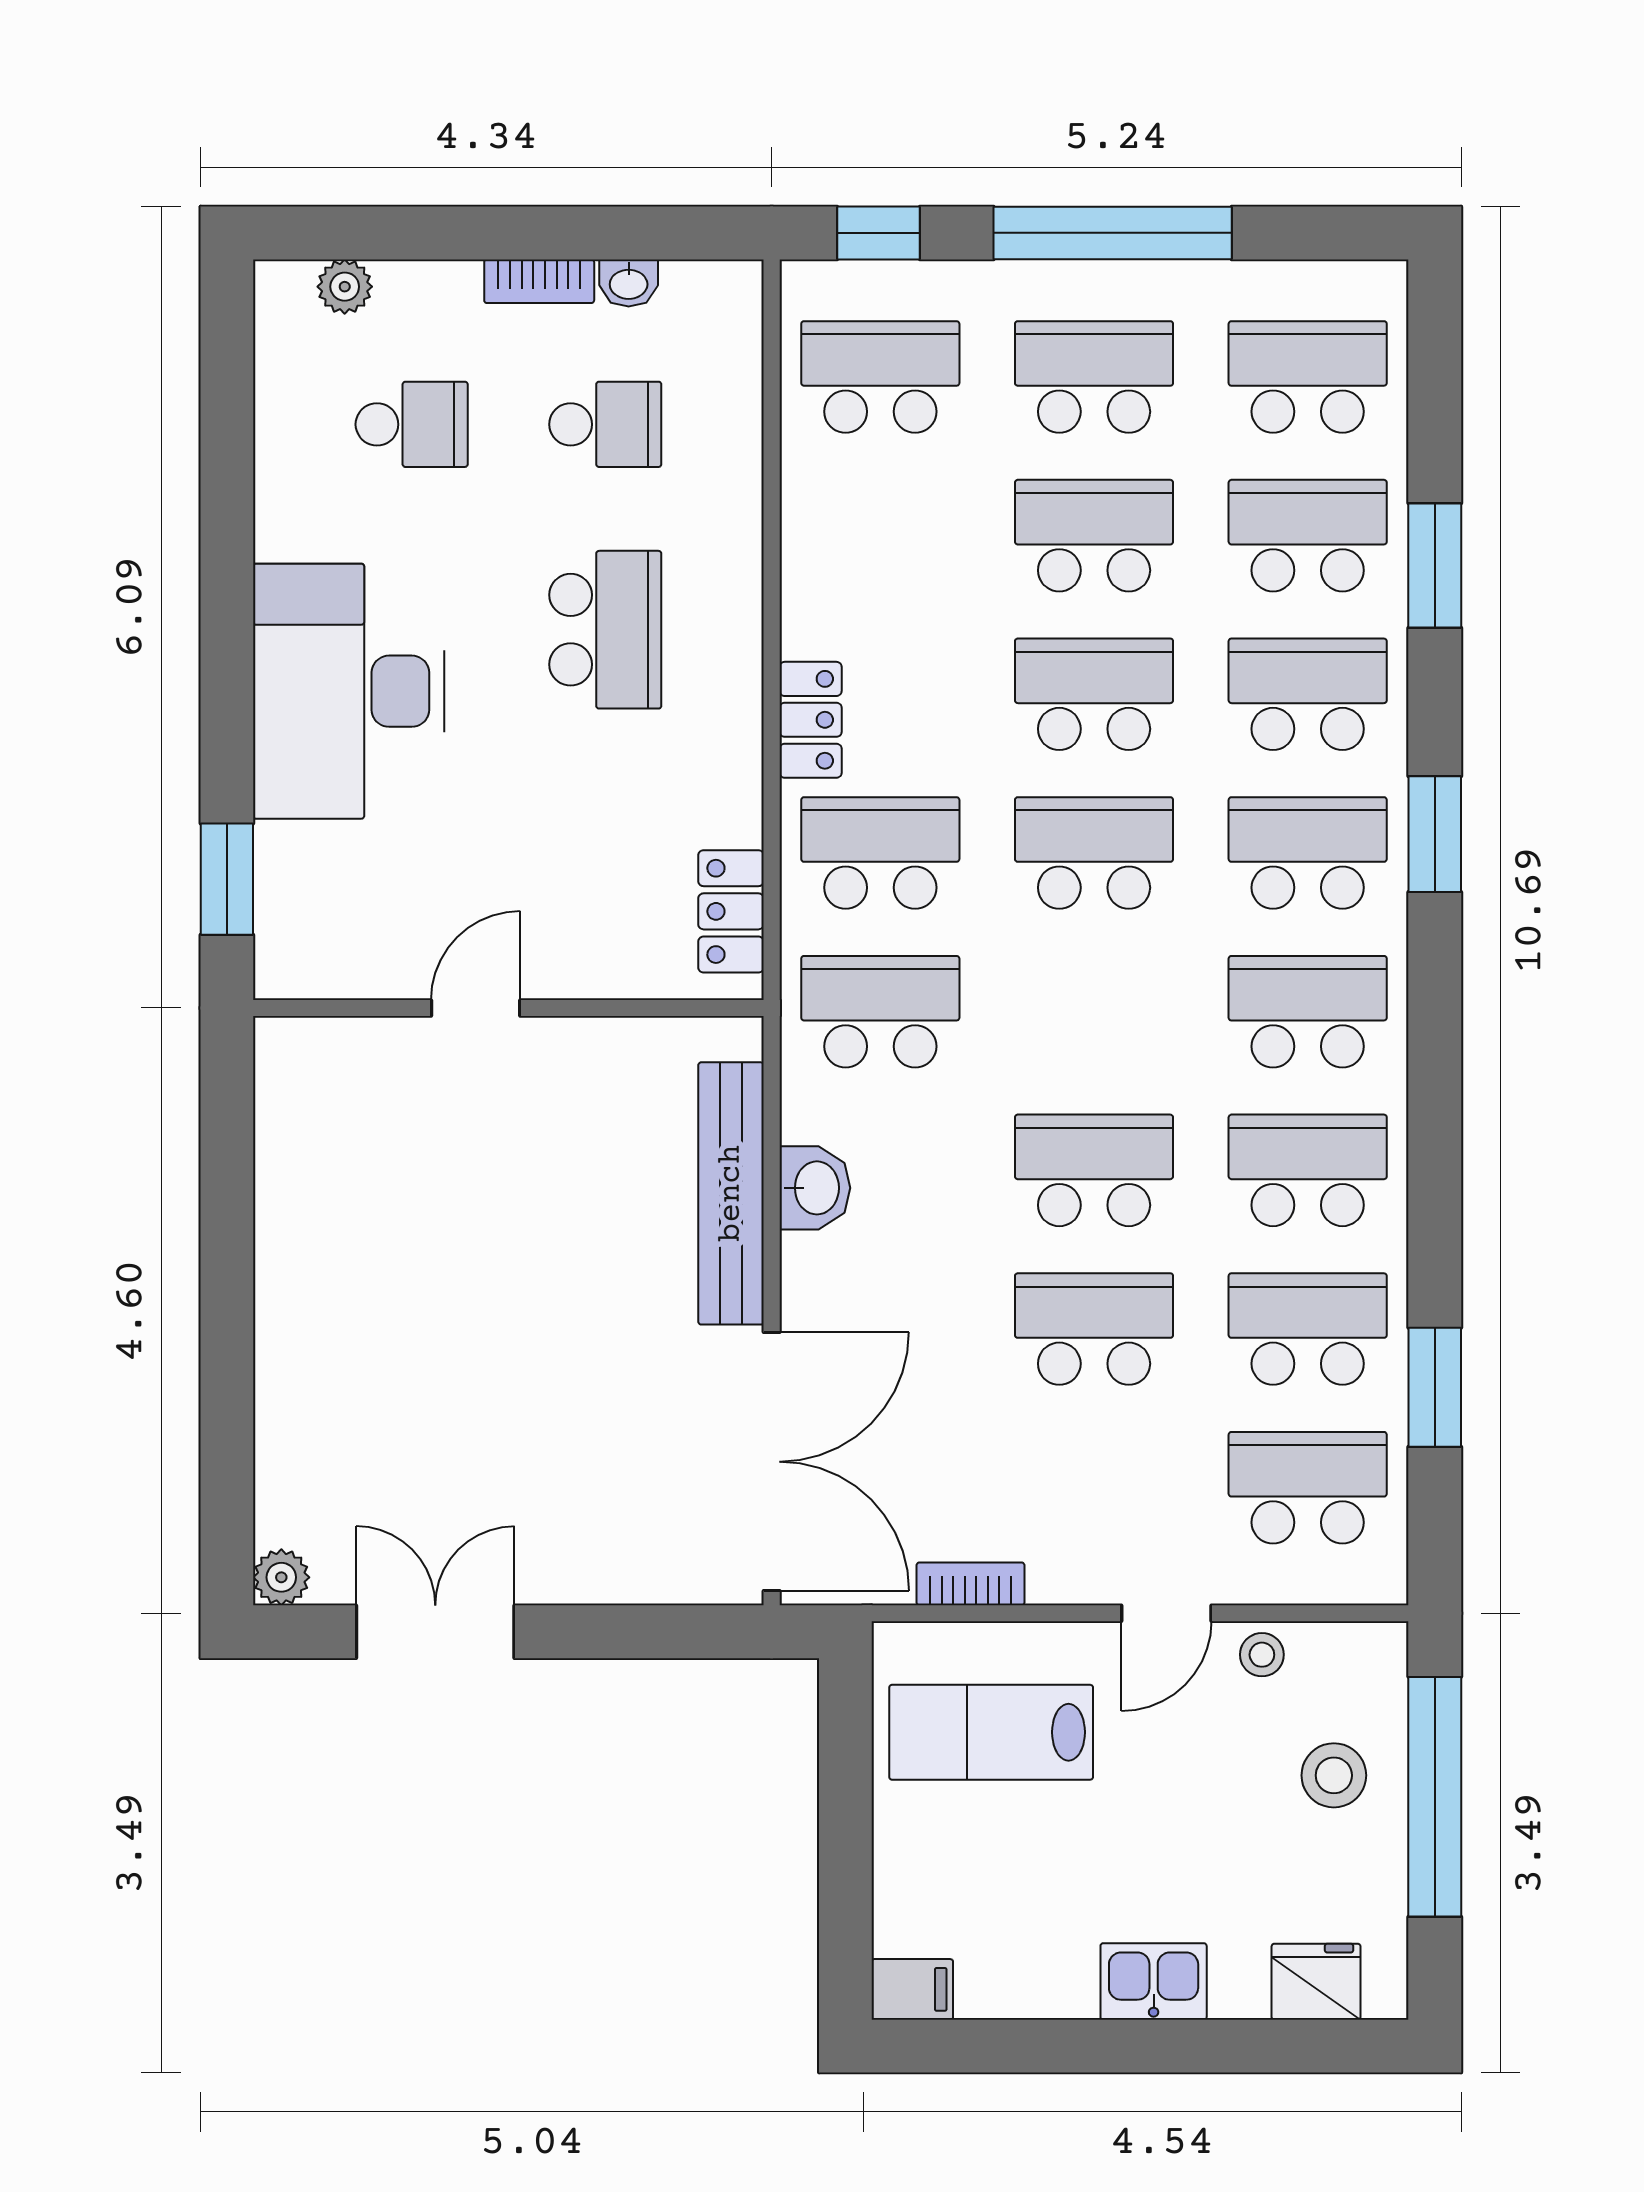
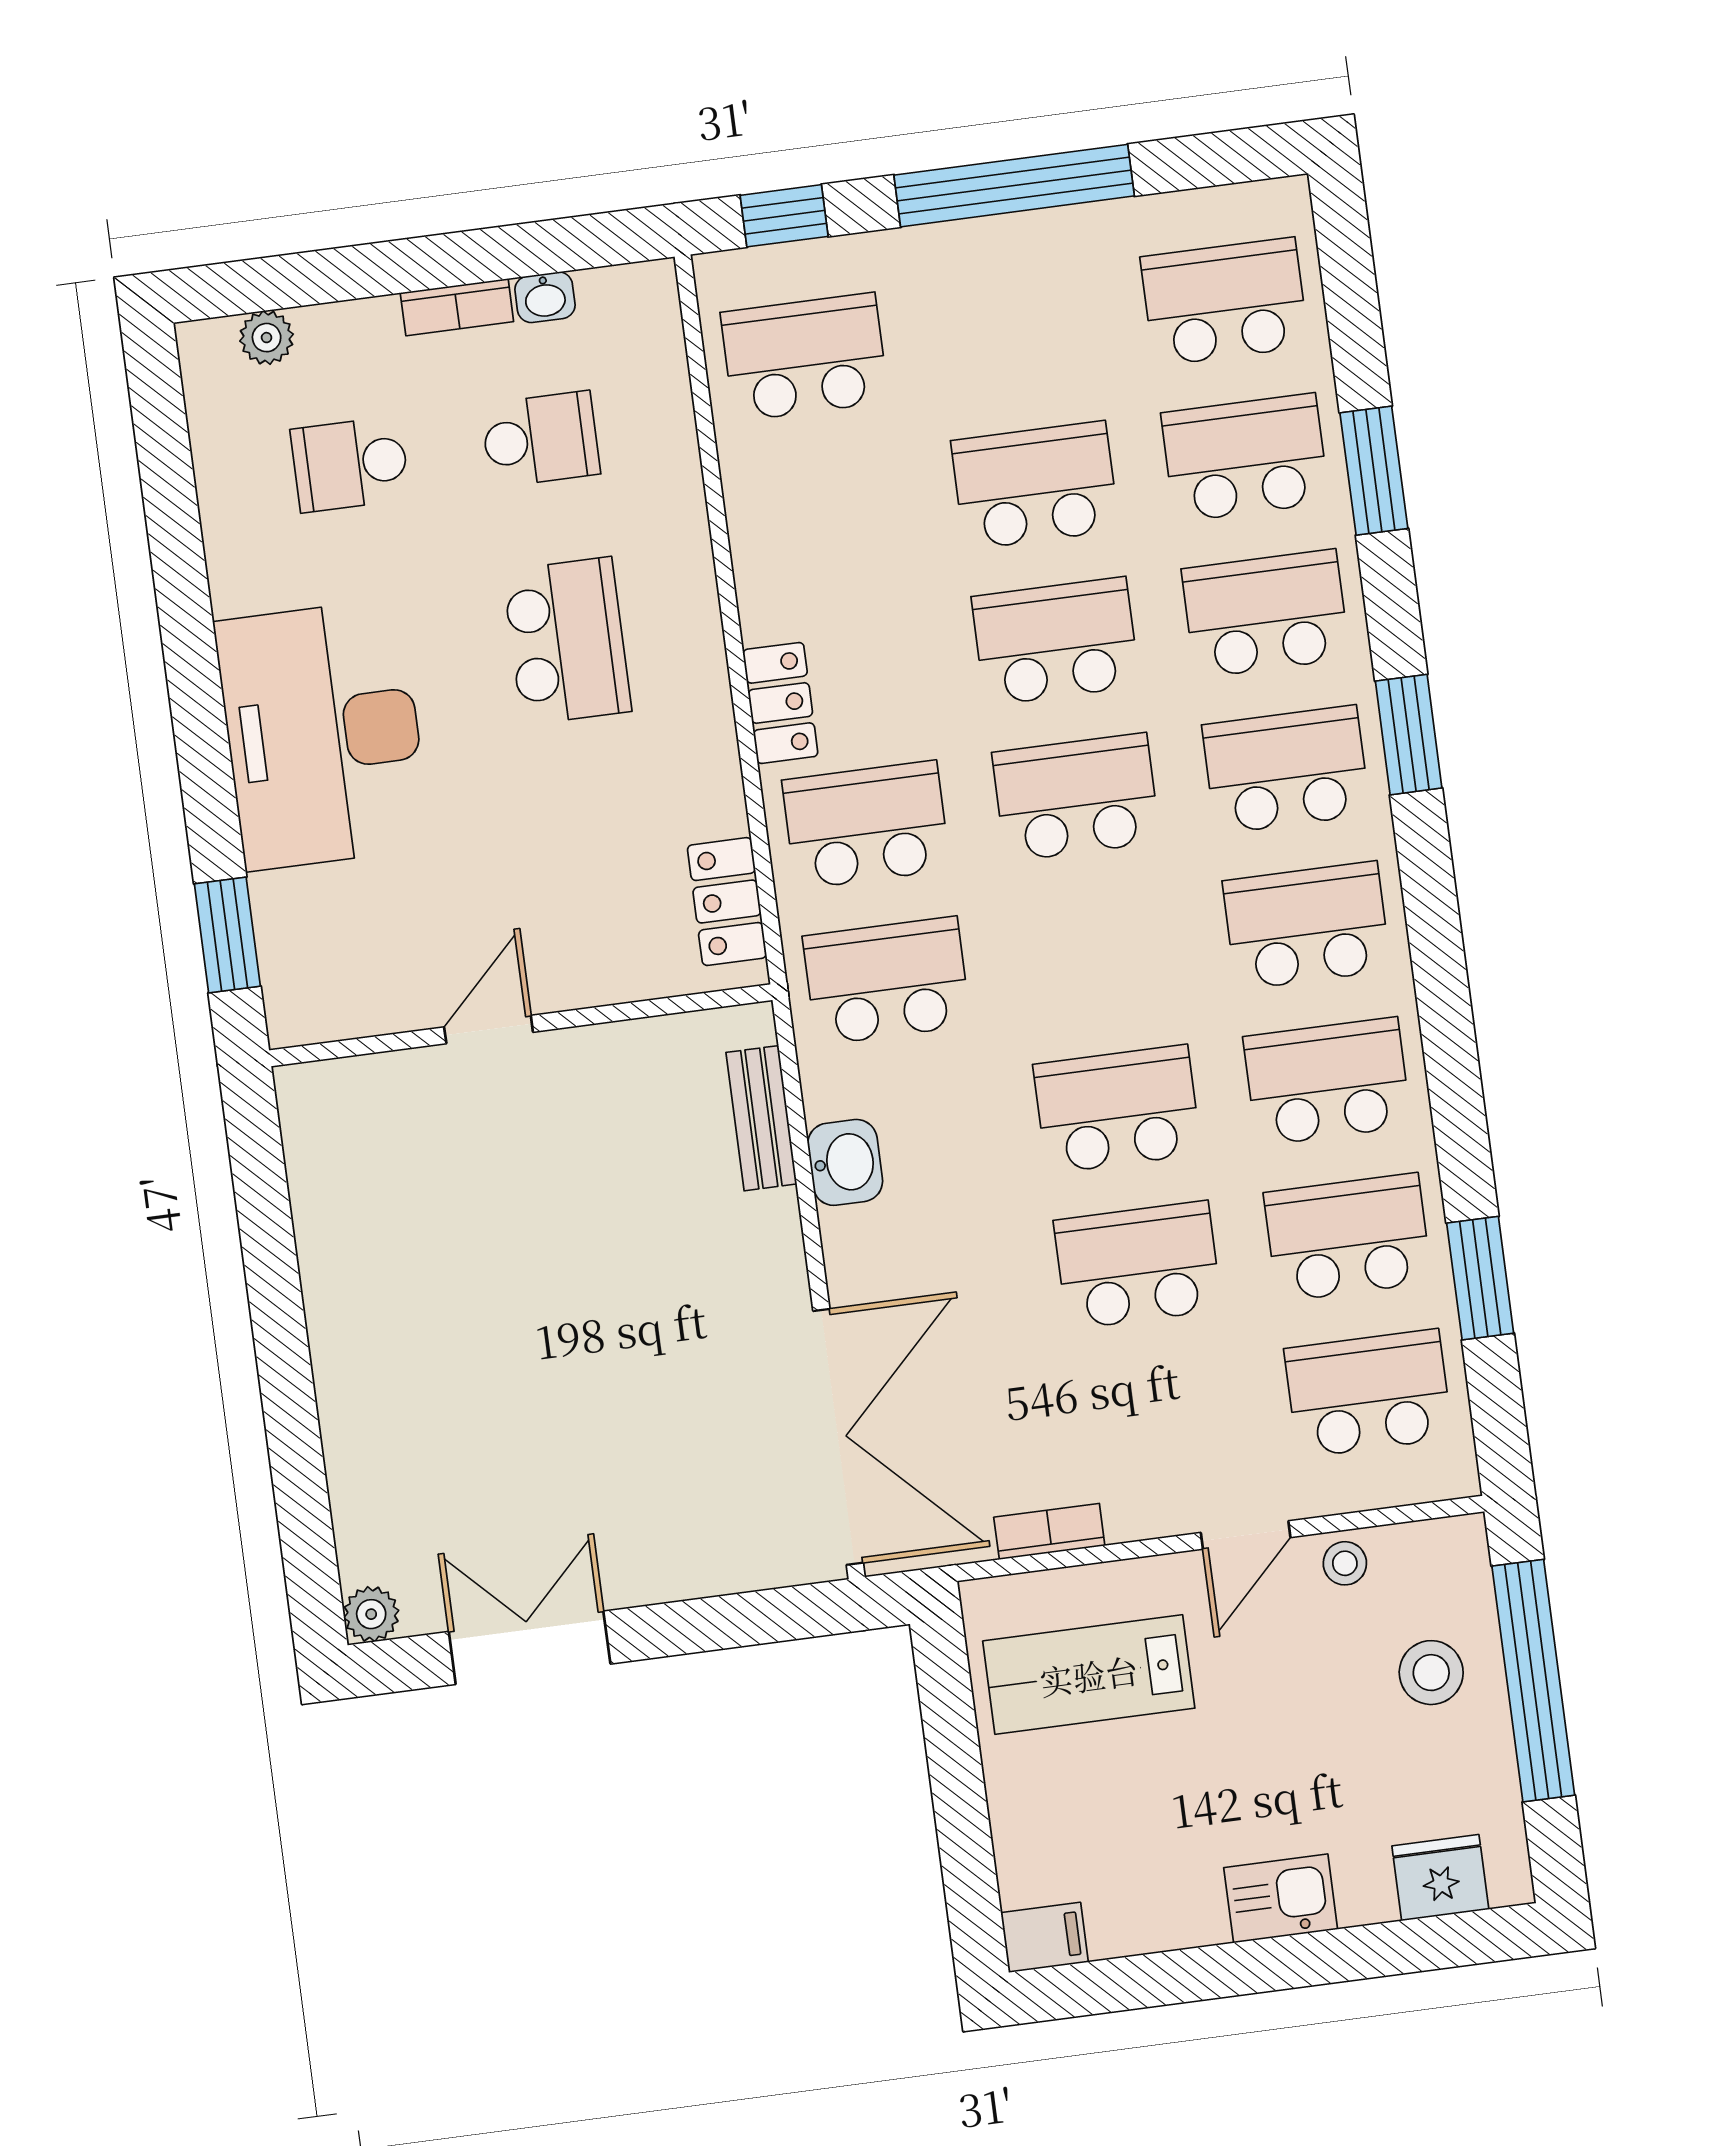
school desk: (1094, 377) -> (1015, 329), removed
school desk: (412, 424) -> (350, 464), turned 180
bench: (731, 1193) -> (761, 1118), width x0.54, depth x0.82

